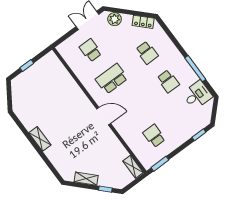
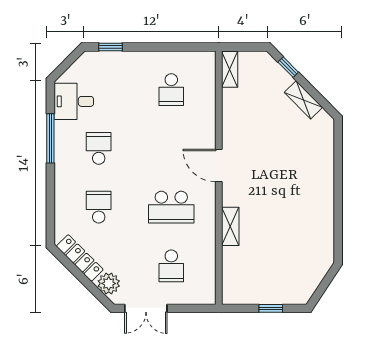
locker: (143, 22) -> (80, 258), width x1.53
shelving: (40, 139) -> (230, 226), moved
window: (160, 164) -> (191, 47), removed

